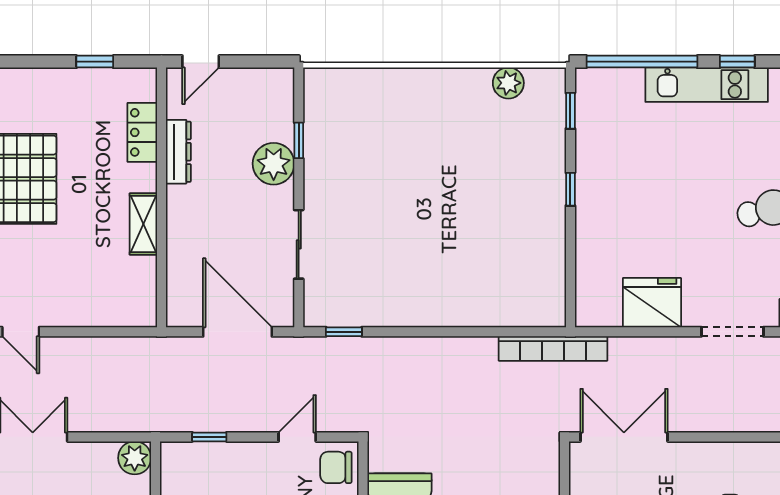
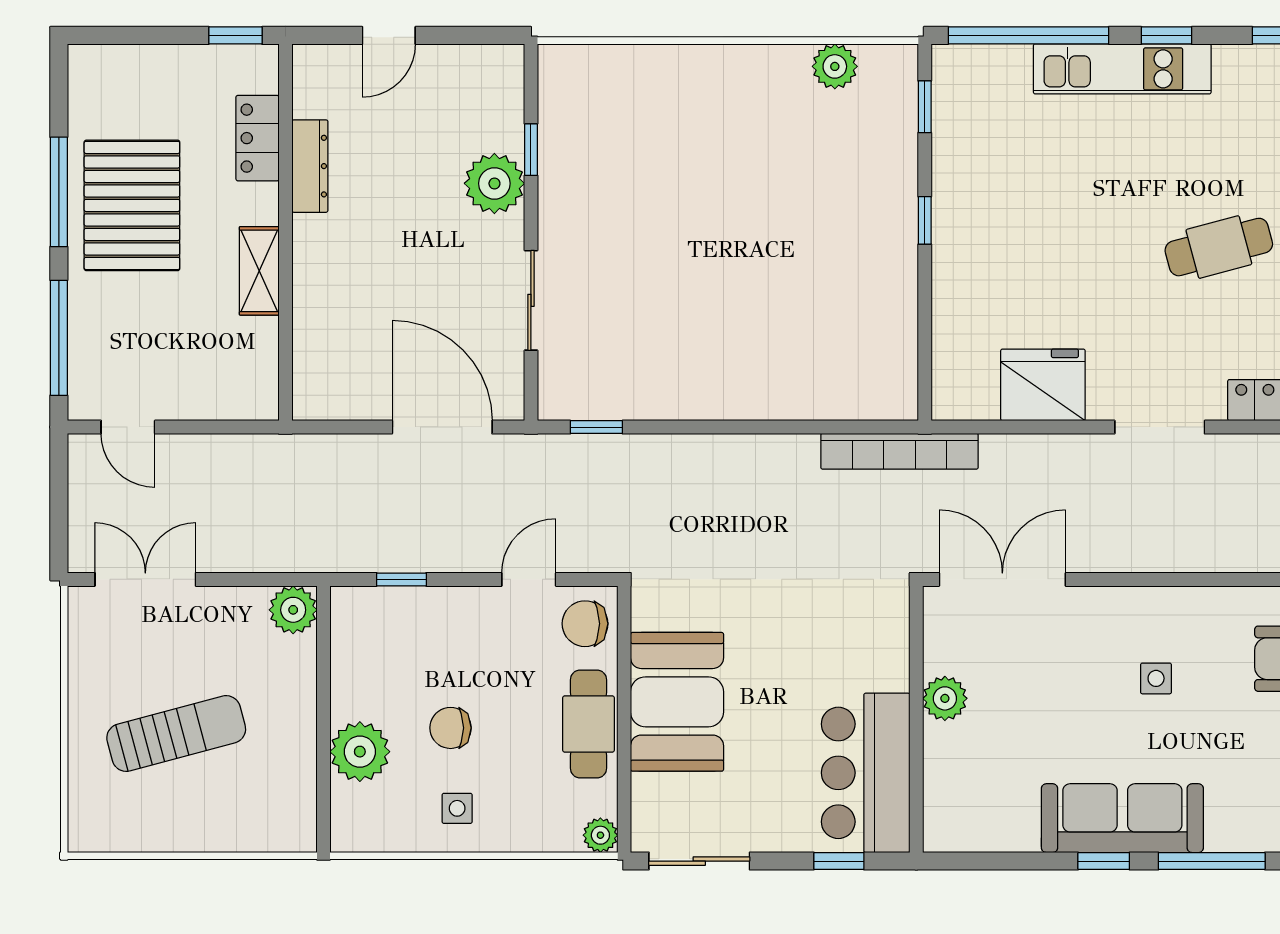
locker: (142, 132) -> (258, 138), moved
dresser: (178, 152) -> (310, 166), moved
wall: (161, 197) -> (285, 232), moved
shelving: (143, 224) -> (259, 271), moved

